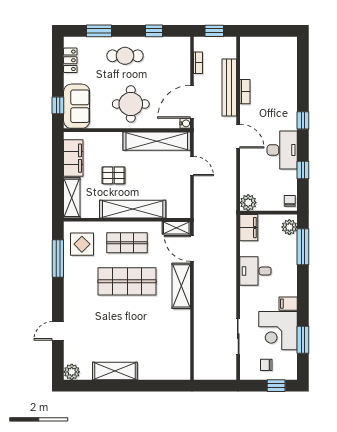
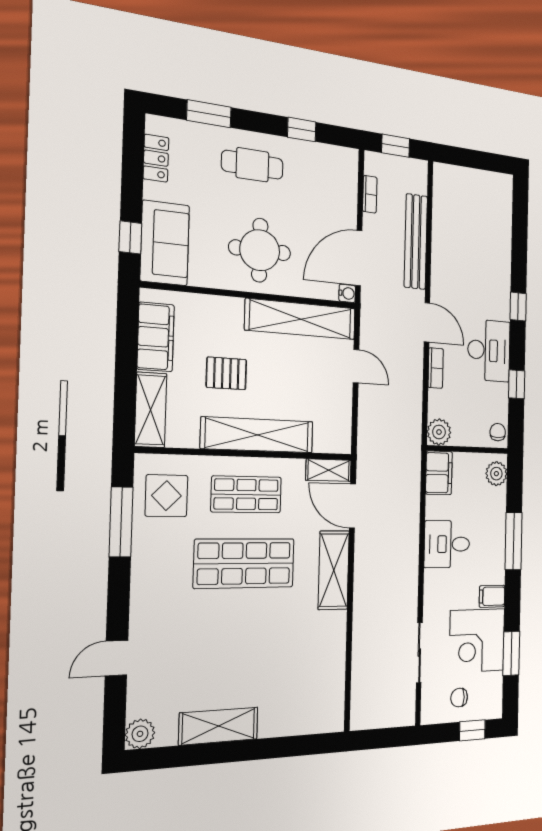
bookcase: (245, 92) -> (436, 368), moved
window: (303, 247) -> (514, 541), moved

